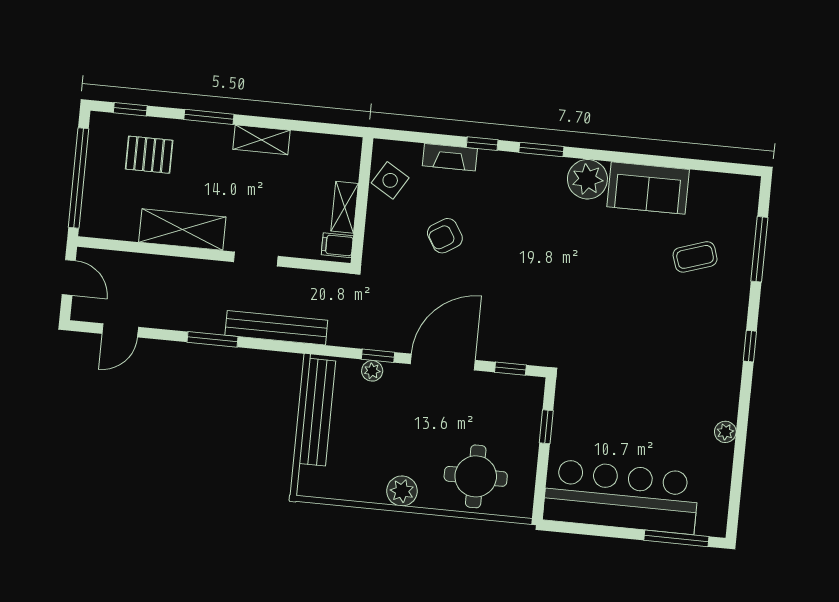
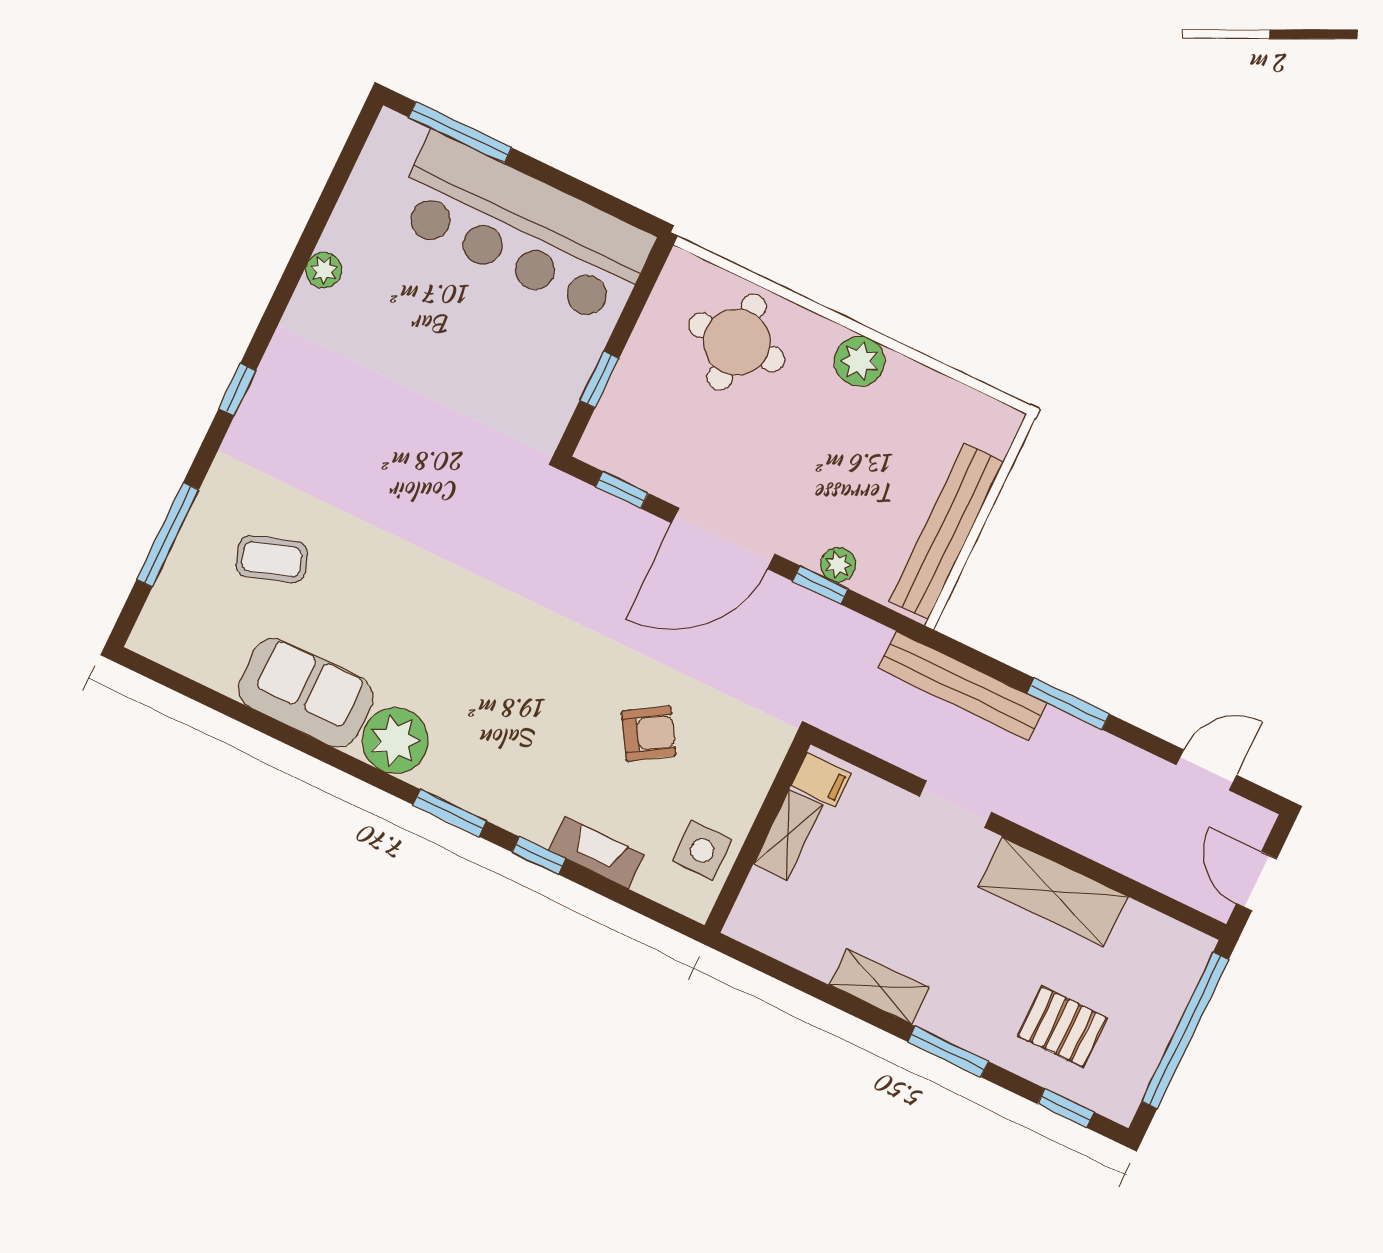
side table: (390, 180) -> (702, 850), turned -31

